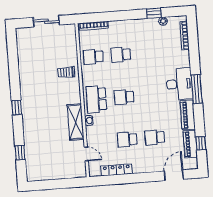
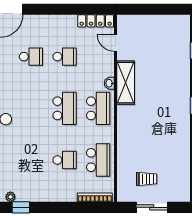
school desk: (93, 57) -> (98, 160), width x1.85
trolley: (66, 72) -> (147, 179), moved
school desk: (124, 97) -> (65, 108), width x1.85
locker: (116, 170) -> (96, 21), moved

